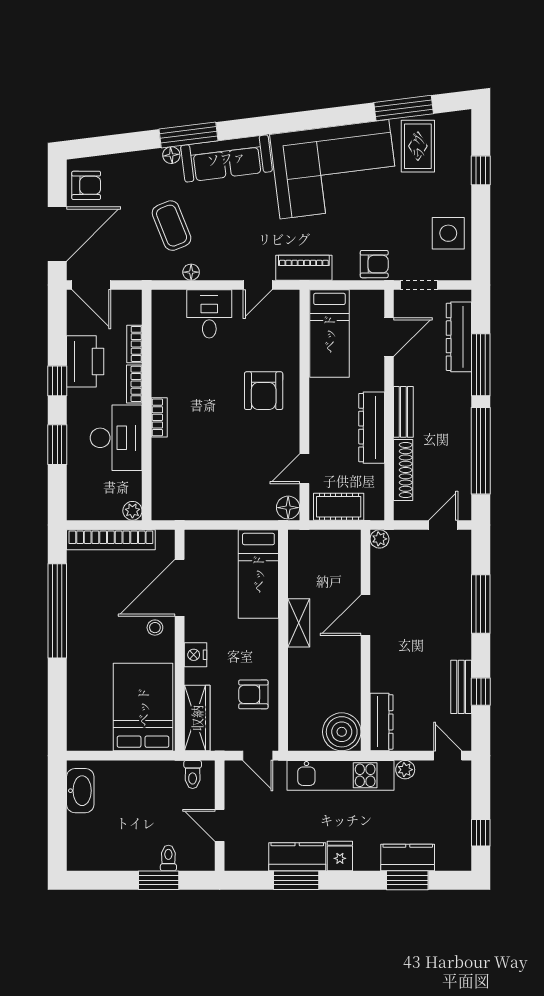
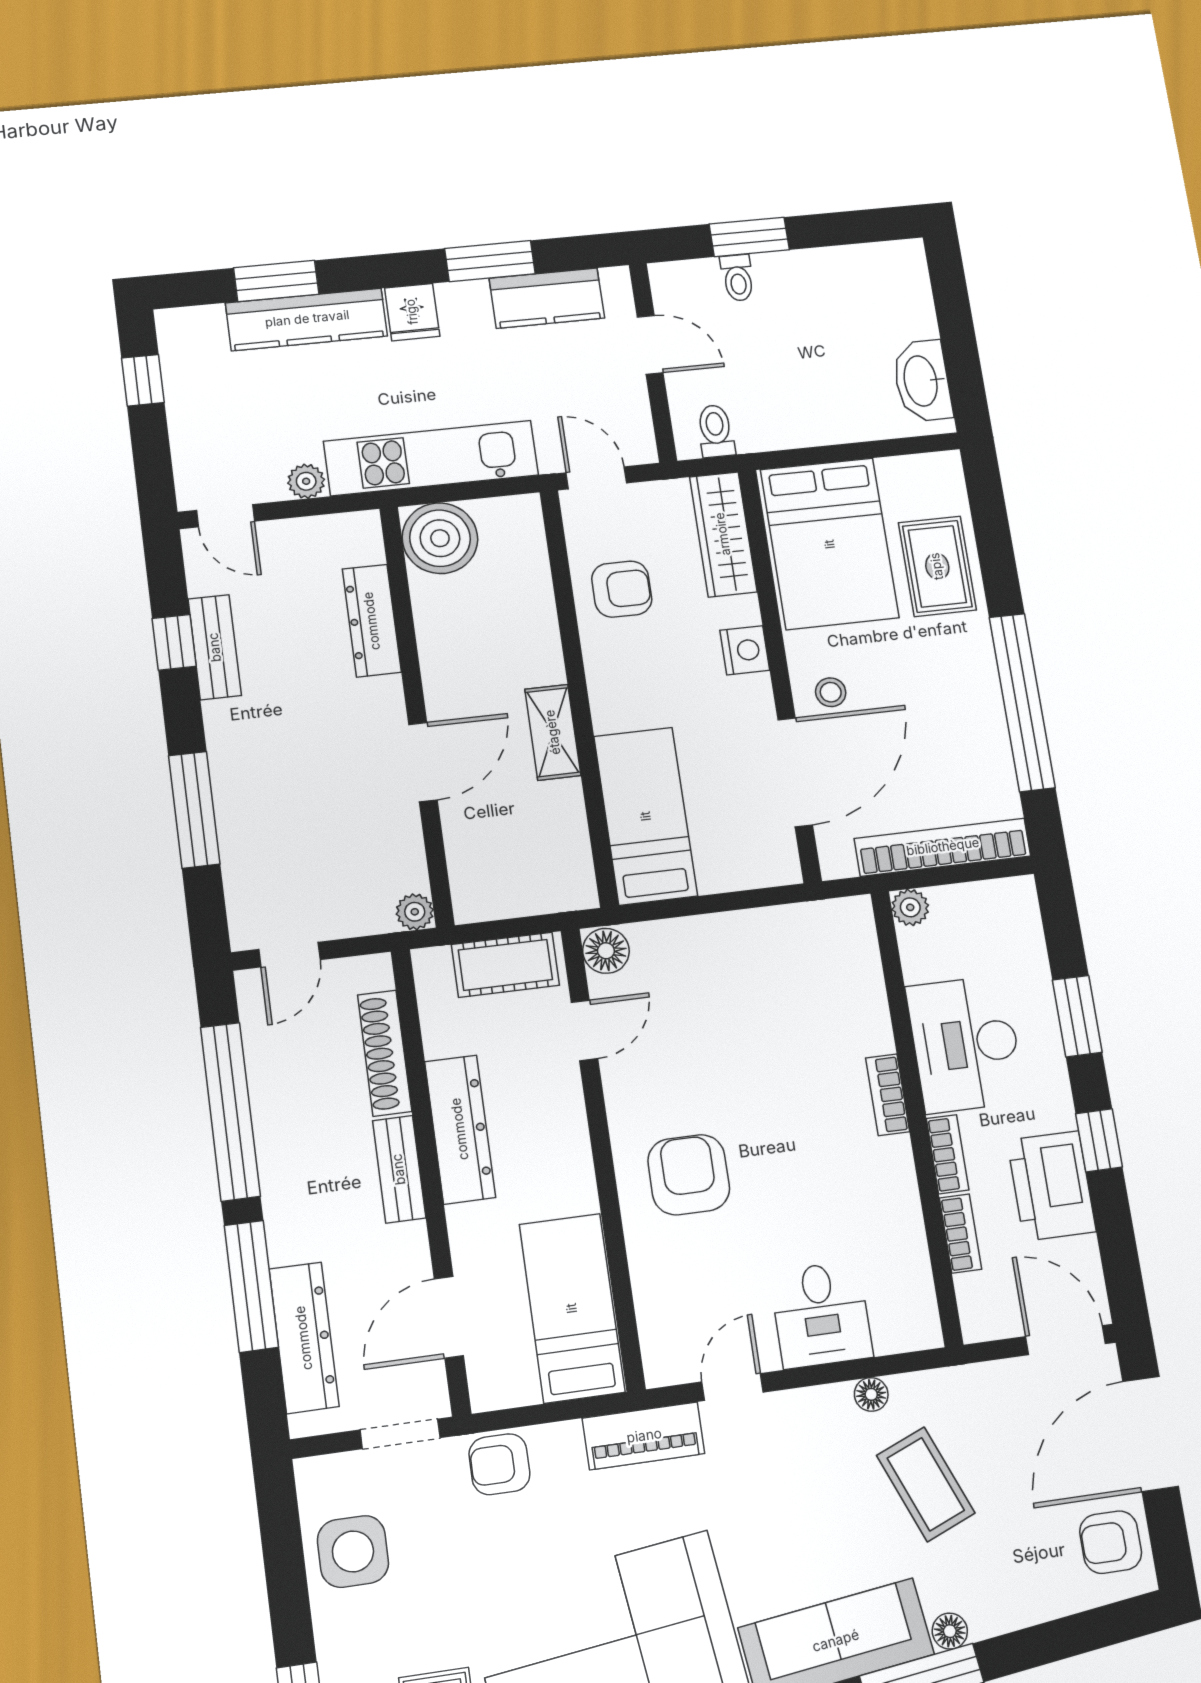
rug: (89, 688) -> (937, 566), added
dresser: (382, 722) -> (372, 621), moved
kitchen counter: (297, 857) -> (547, 298), moved
kitchen counter: (408, 857) -> (307, 319), width x1.50

